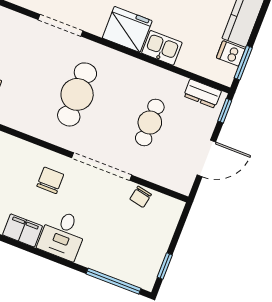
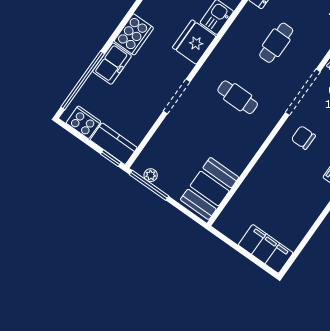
cafe table: (77, 94) -> (238, 97), width x0.73, depth x0.74
cafe table: (150, 122) -> (276, 43), turned 90

